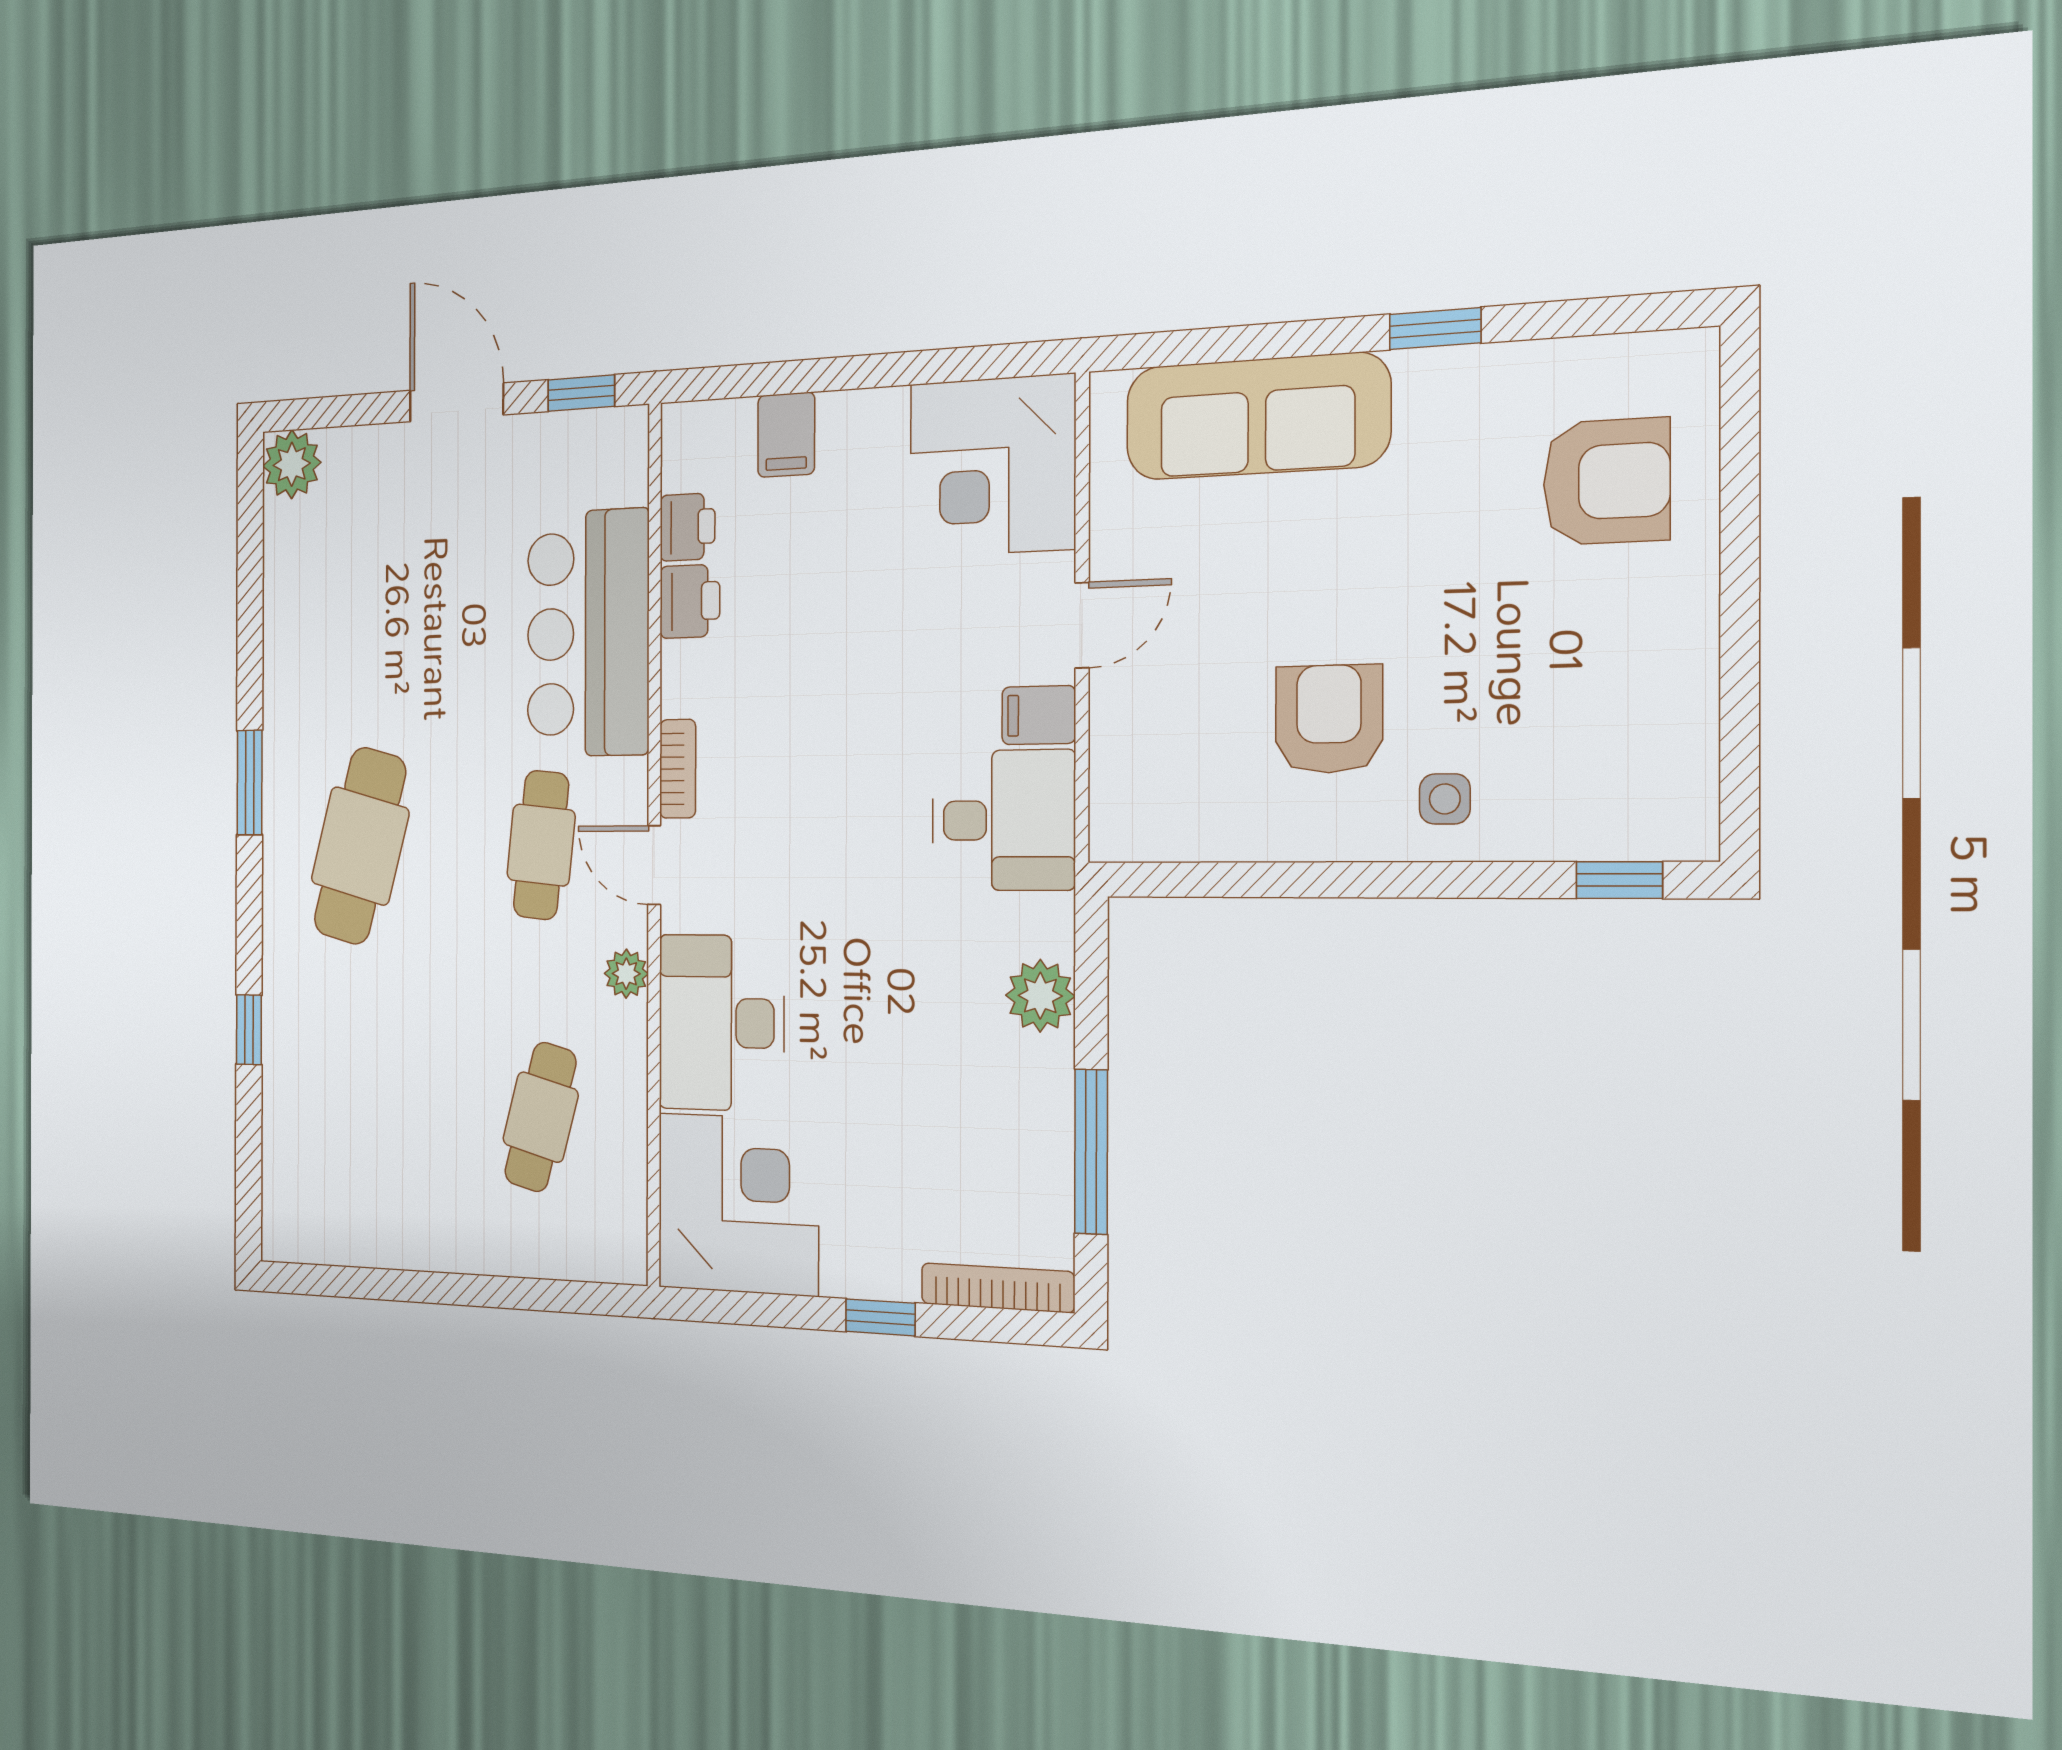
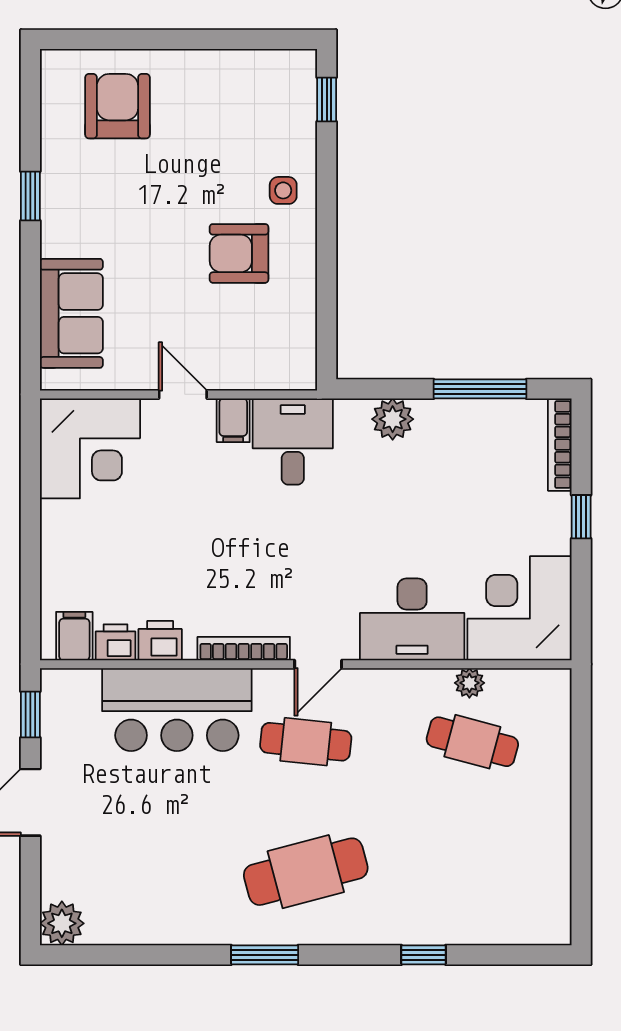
sofa: (1257, 416) -> (71, 313), width x0.73
filing cabinet: (786, 435) -> (74, 636), moved, turned -90
bookcase: (678, 769) -> (244, 649), width x1.56
cafe table: (360, 846) -> (306, 872), turned -30
plant: (626, 974) -> (469, 683), moved

